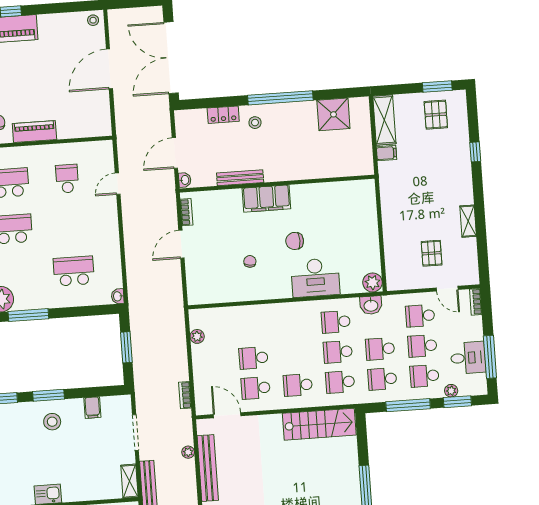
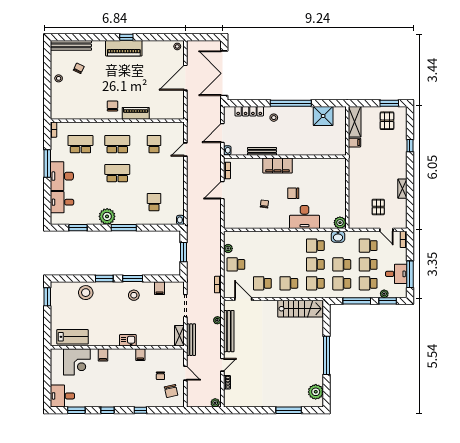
locker: (223, 115) -> (249, 111), width x1.53
school desk: (74, 271) -> (154, 202), width x0.54
school desk: (253, 358) -> (236, 264), moved

